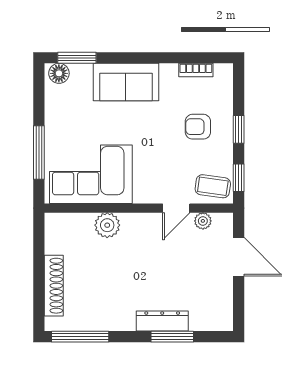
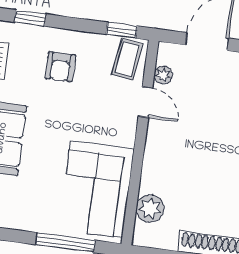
window: (239, 129) -> (30, 18), moved
plant: (107, 225) -> (150, 209), moved

